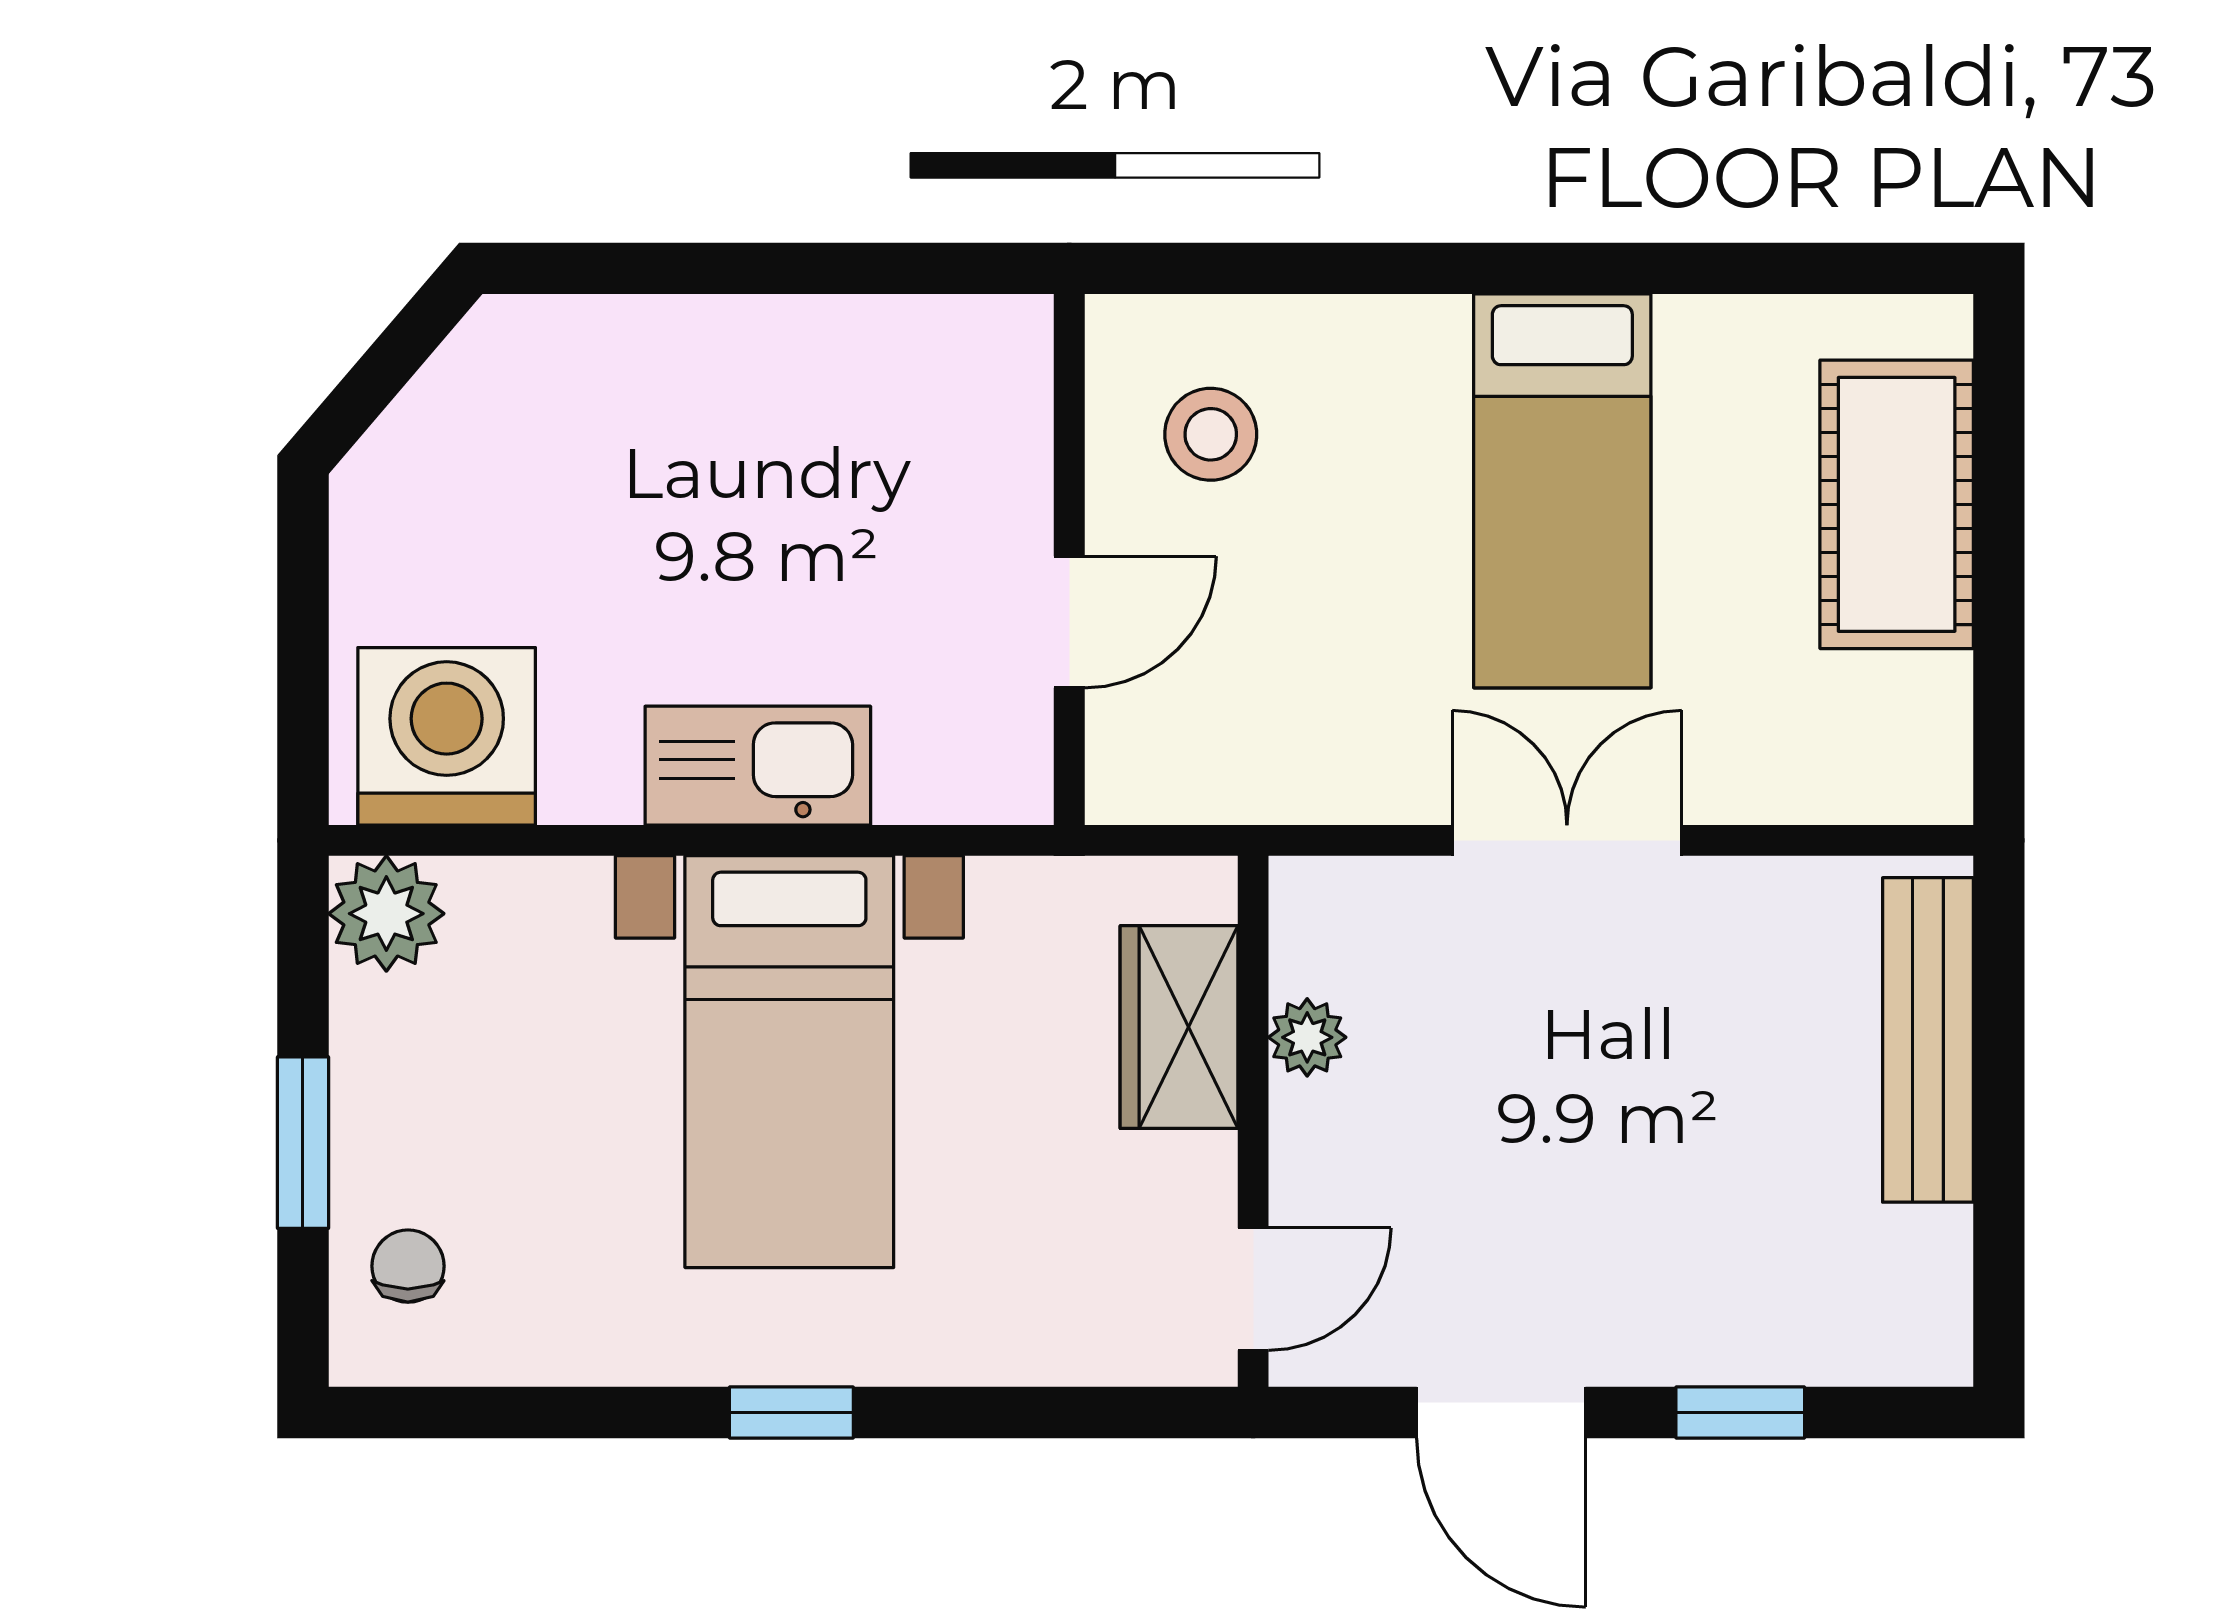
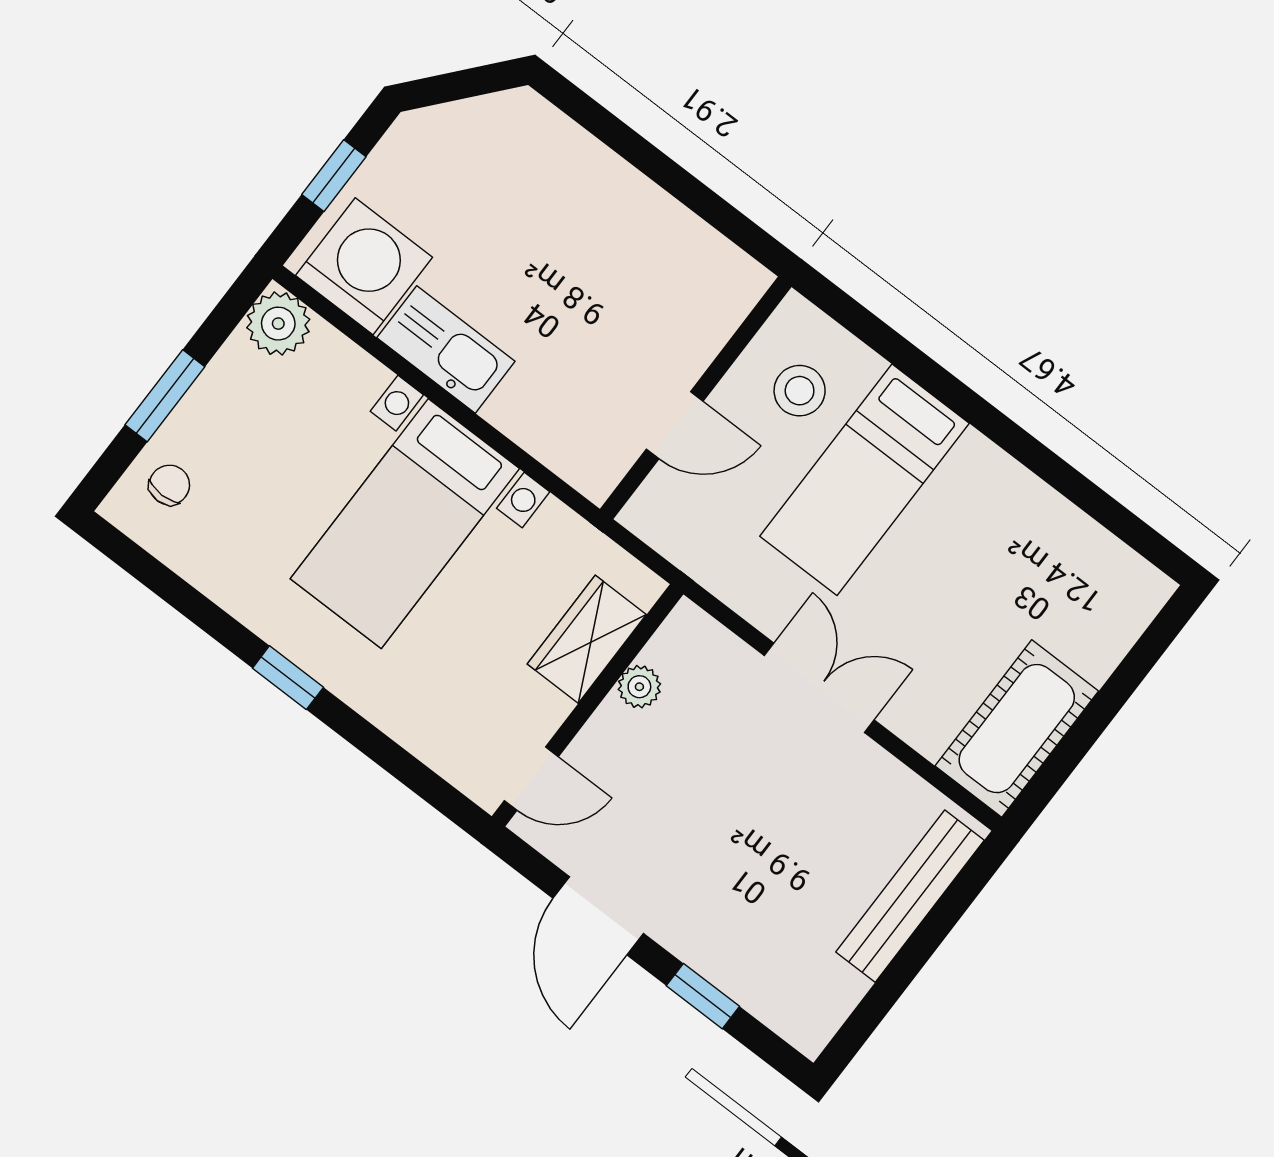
bed: (1562, 491) -> (864, 480), moved
cot: (1897, 504) -> (1017, 729), moved
window: (303, 639) -> (334, 176), added
kitchen sink: (758, 766) -> (446, 349), moved

